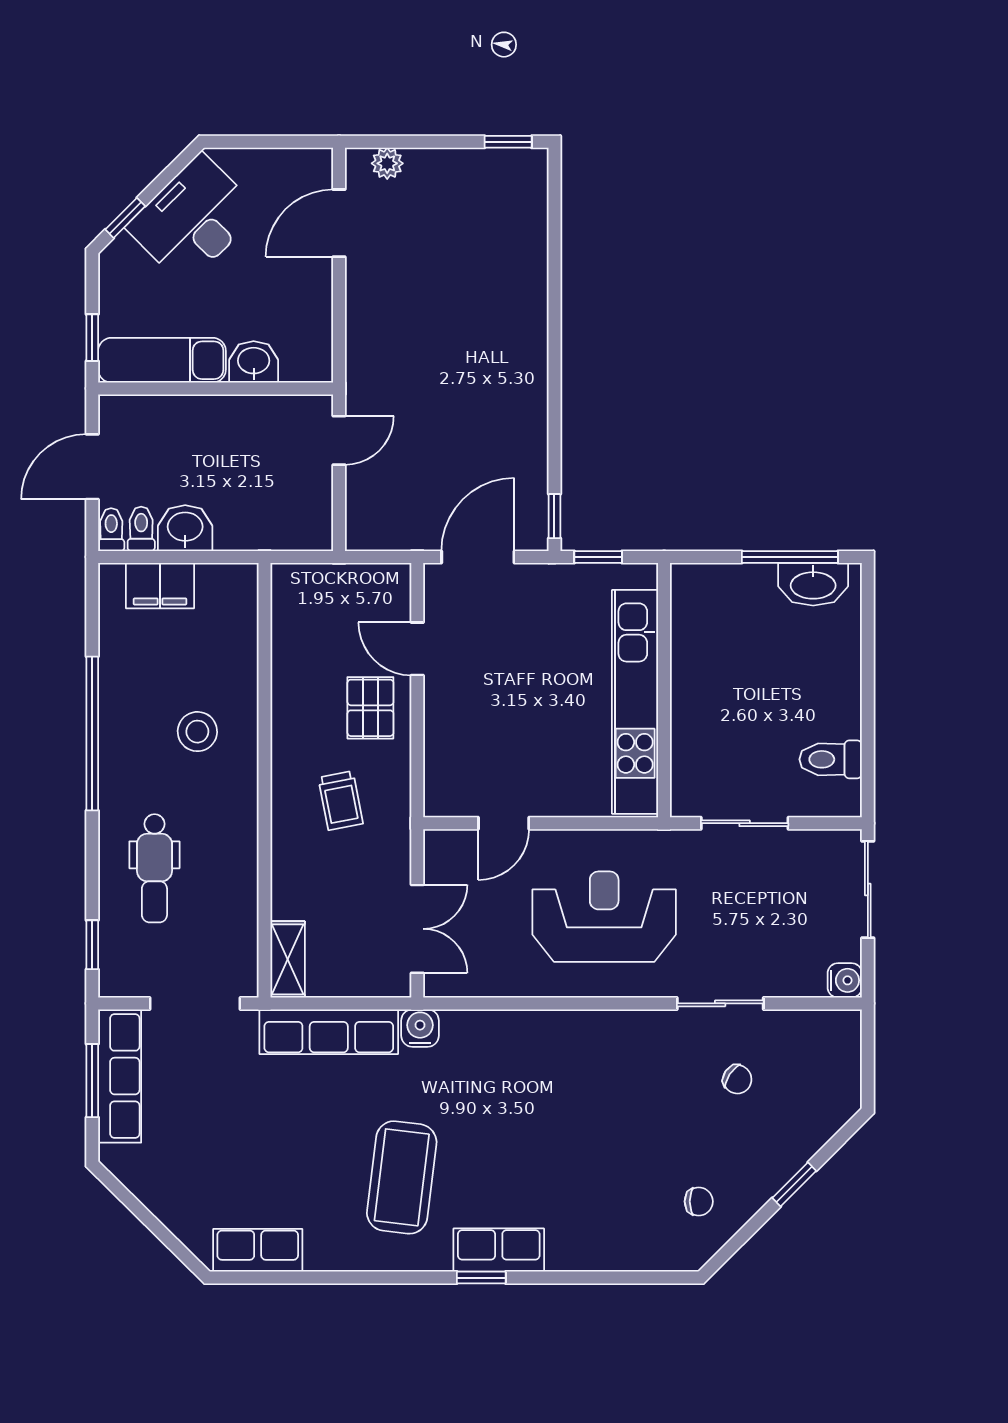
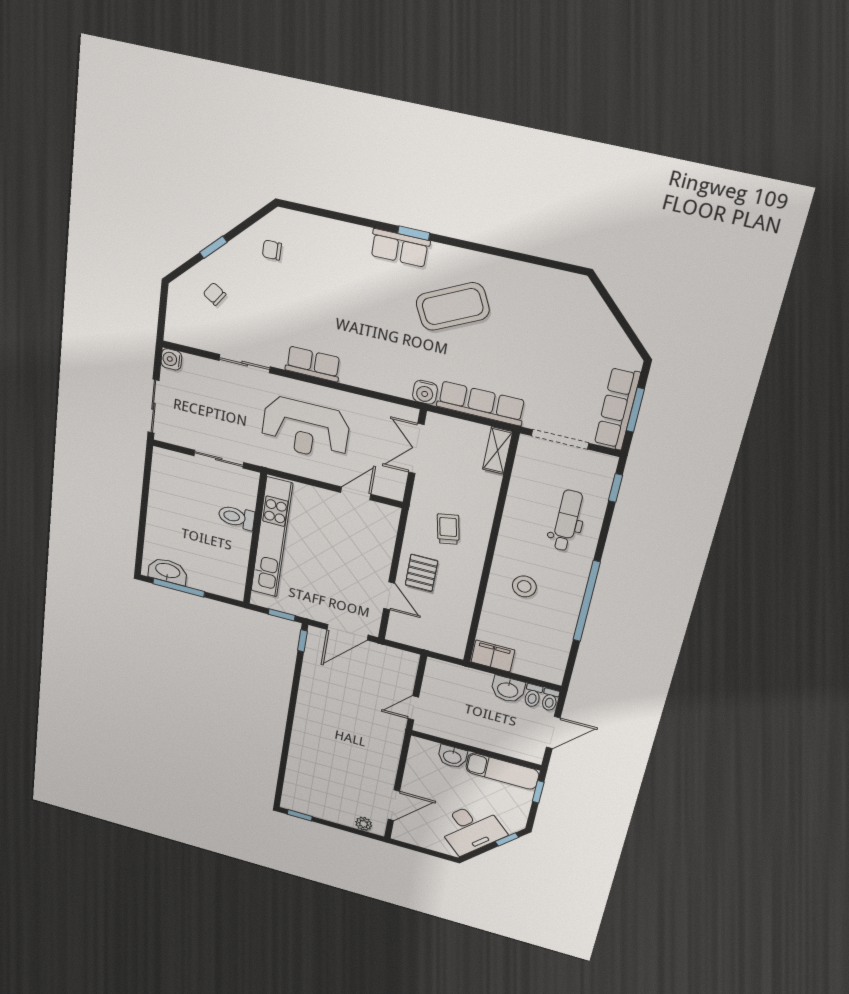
filing cabinet: (160, 586) -> (493, 656), moved
toilet: (831, 759) -> (236, 517), moved, turned 180
chair: (737, 1079) -> (214, 294), moved
coffee table: (402, 1177) -> (453, 307), turned 57
row of seats: (258, 1250) -> (313, 364), moved, turned 180

